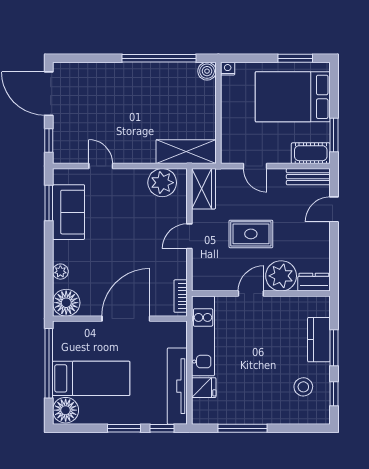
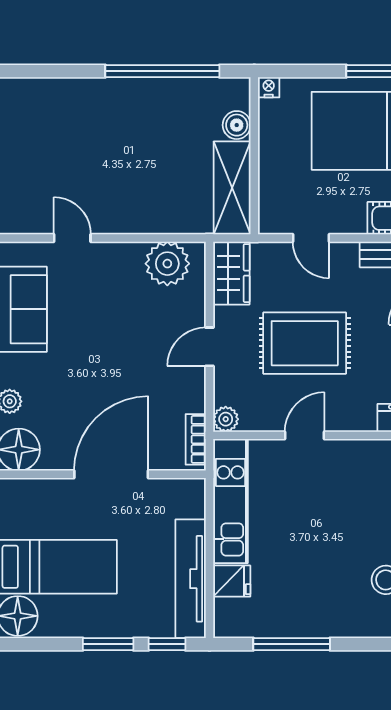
boiler: (207, 71) -> (237, 125), moved
shelving: (186, 152) -> (232, 188), moved, turned 90
rug: (251, 234) -> (305, 343), width x1.36, depth x1.43
plant: (281, 276) -> (226, 419), moved, width x0.53, depth x0.53

